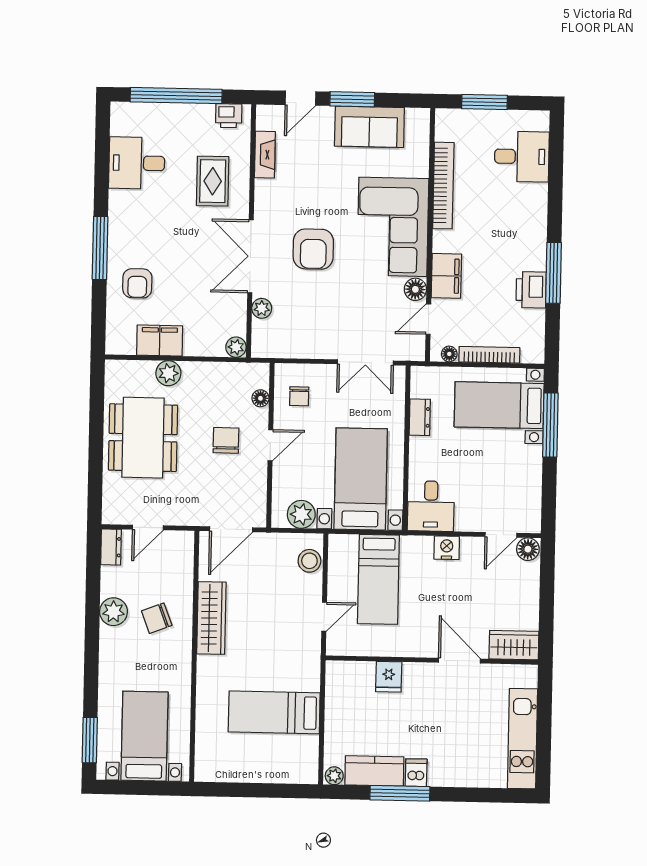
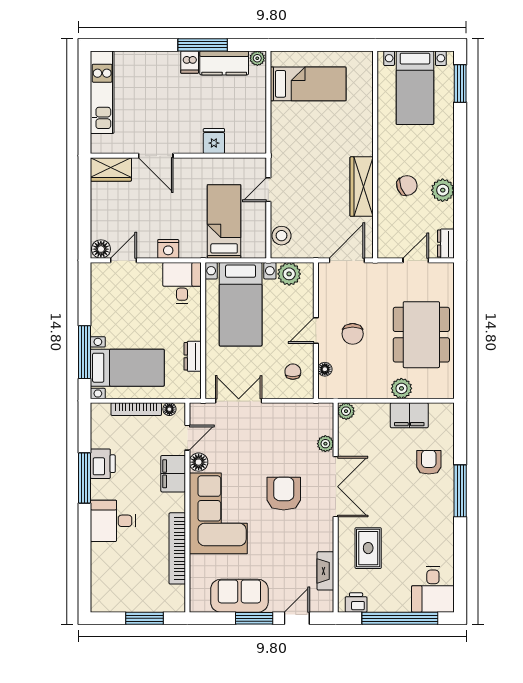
desk: (522, 157) -> (113, 521), moved
desk: (137, 163) -> (433, 589), moved, turned 90
bed: (274, 712) -> (308, 84), moved

